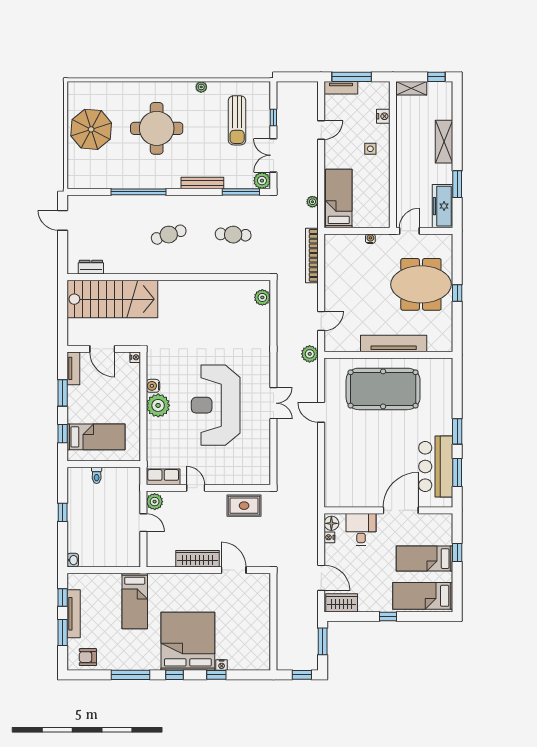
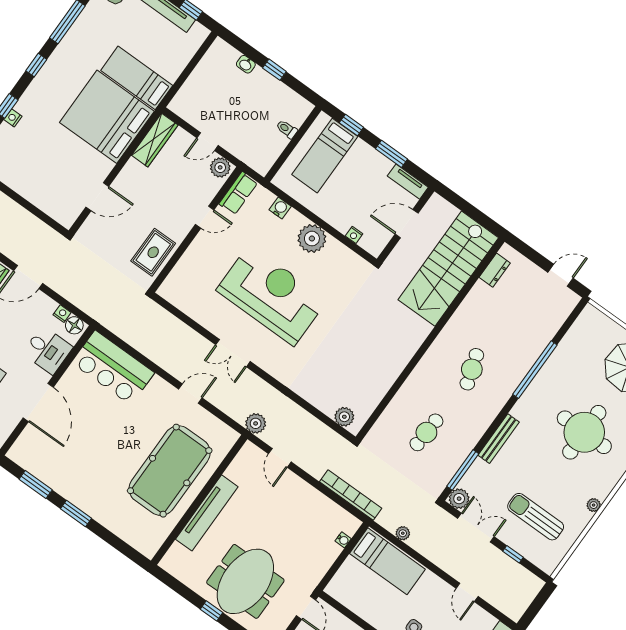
water cooler: (370, 239) -> (343, 540), moved
nightstand: (135, 357) -> (354, 235), moved
water cooler: (153, 386) -> (280, 208), moved
bar counter: (436, 467) -> (113, 368), moved, turned 180
wardrobe: (197, 559) -> (155, 140), moved
washbasin: (73, 560) -> (246, 64), moved
bed: (188, 641) -> (107, 117), moved, turned 180

